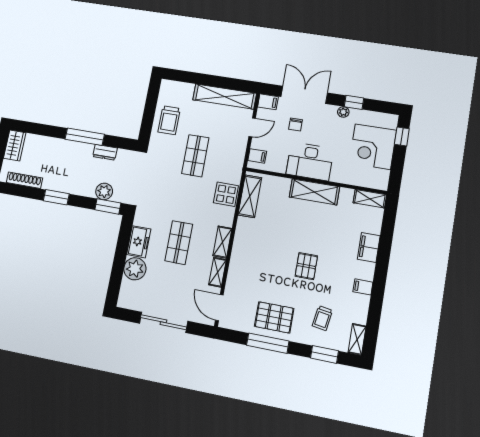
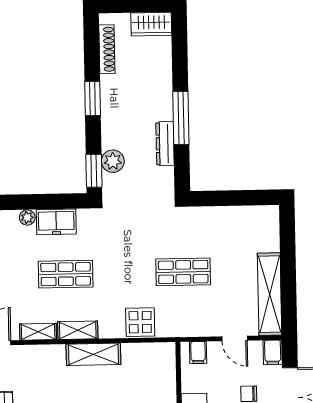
trolley: (169, 120) -> (224, 227), removed
dresser: (105, 152) -> (165, 144), width x1.44
shelving: (250, 196) -> (93, 354), moved
plant: (135, 269) -> (27, 217), width x0.53, depth x0.53

